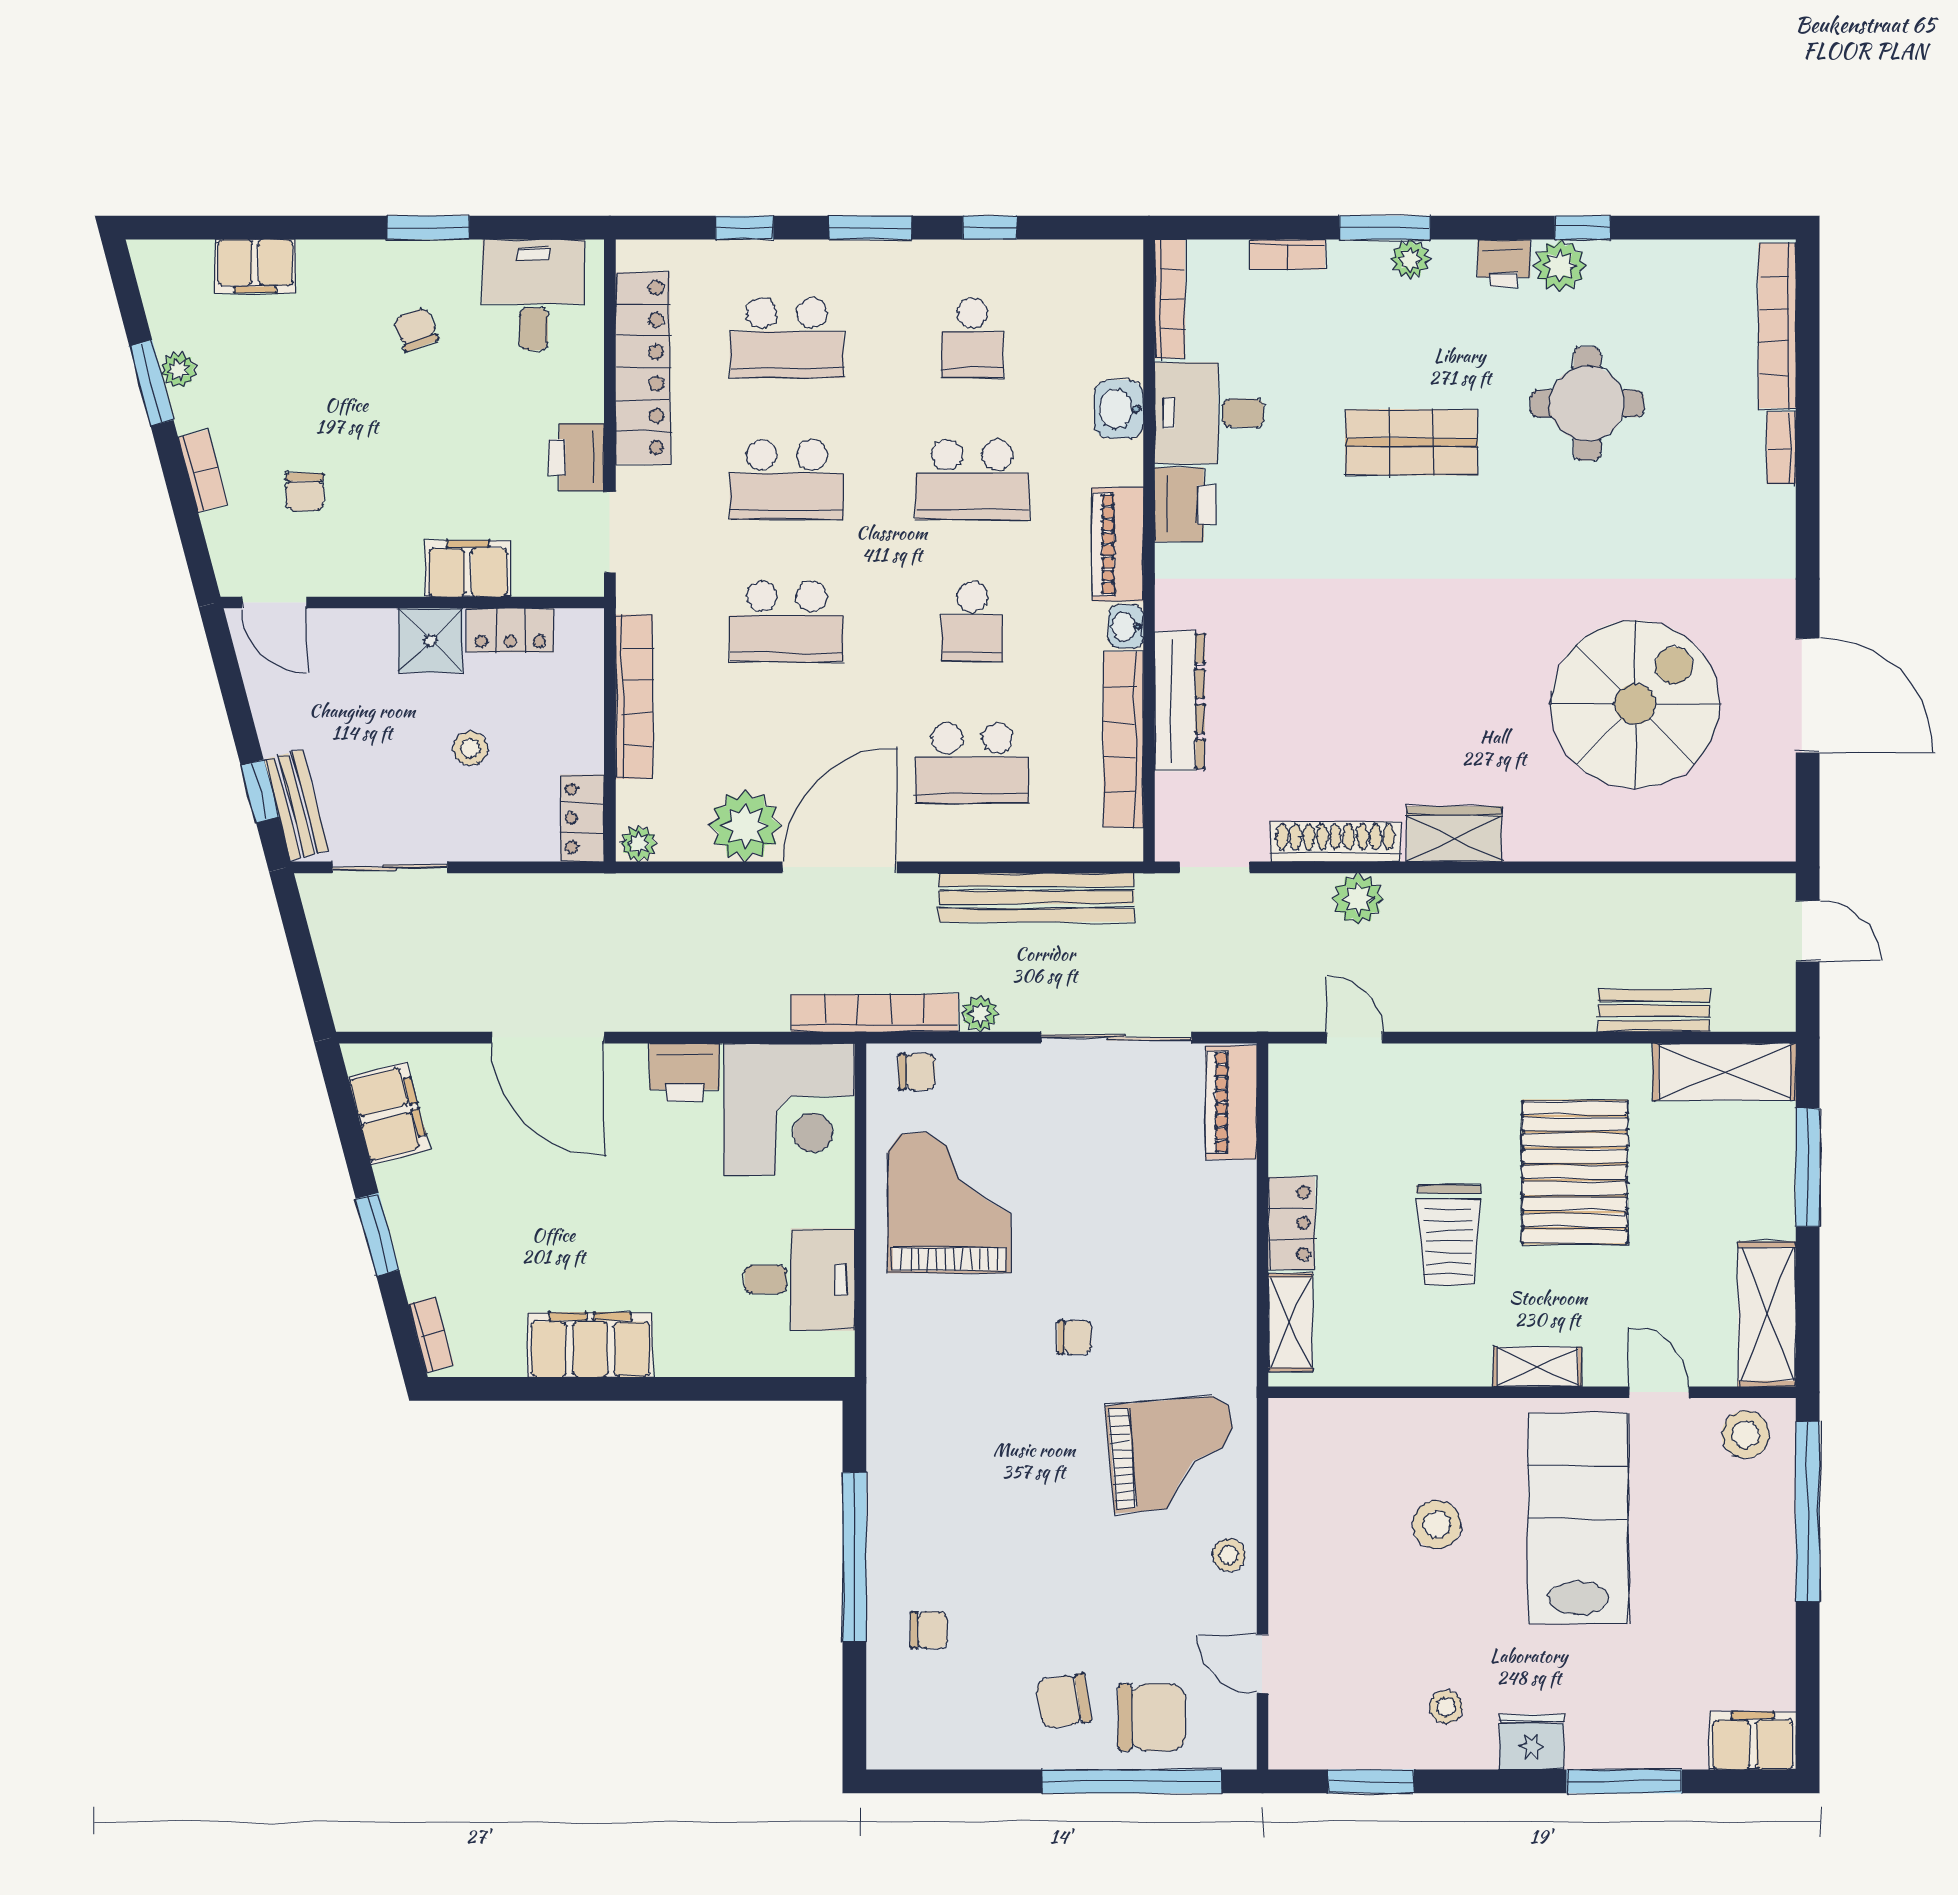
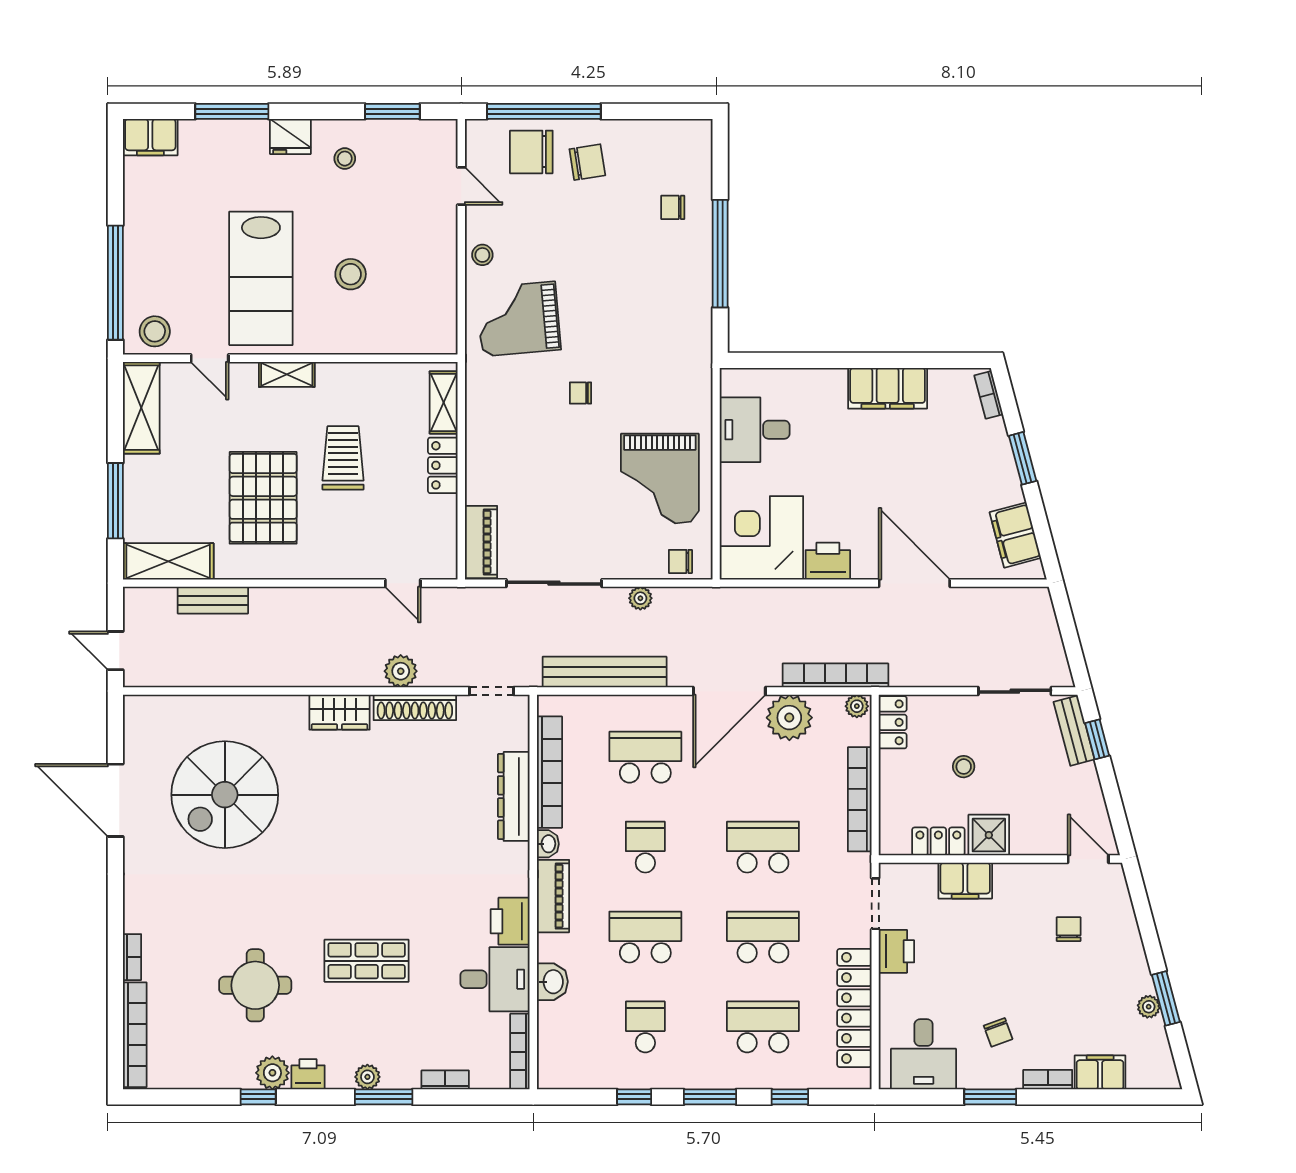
bookcase: (203, 471) -> (1048, 1080), moved, turned 105
bookcase: (875, 1013) -> (835, 675), moved, turned 180

